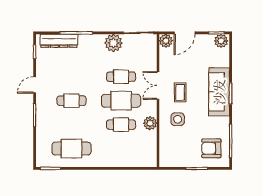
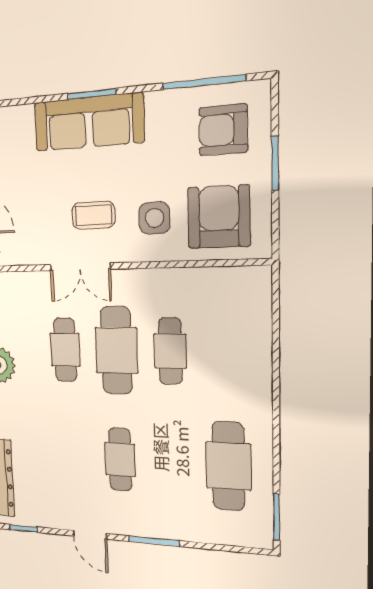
plant: (150, 123) -> (165, 283), removed
armchair: (177, 146) -> (219, 217), added
armchair: (211, 148) -> (223, 130), turned 90

